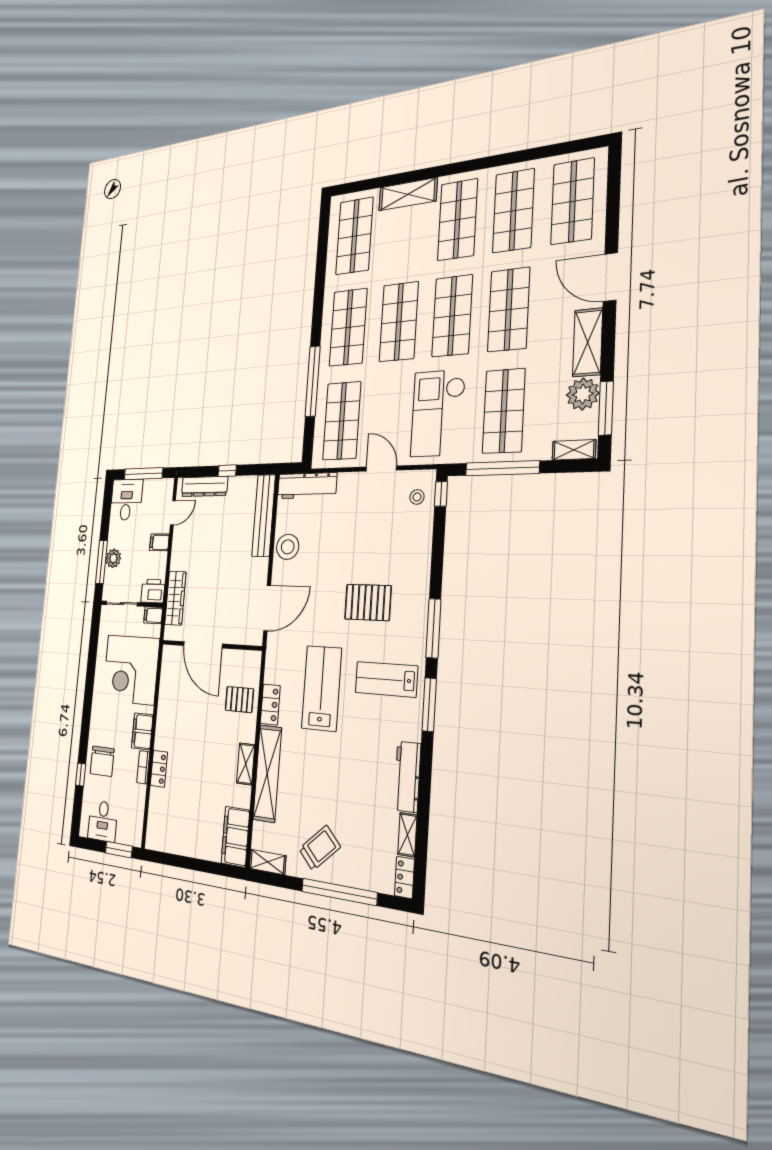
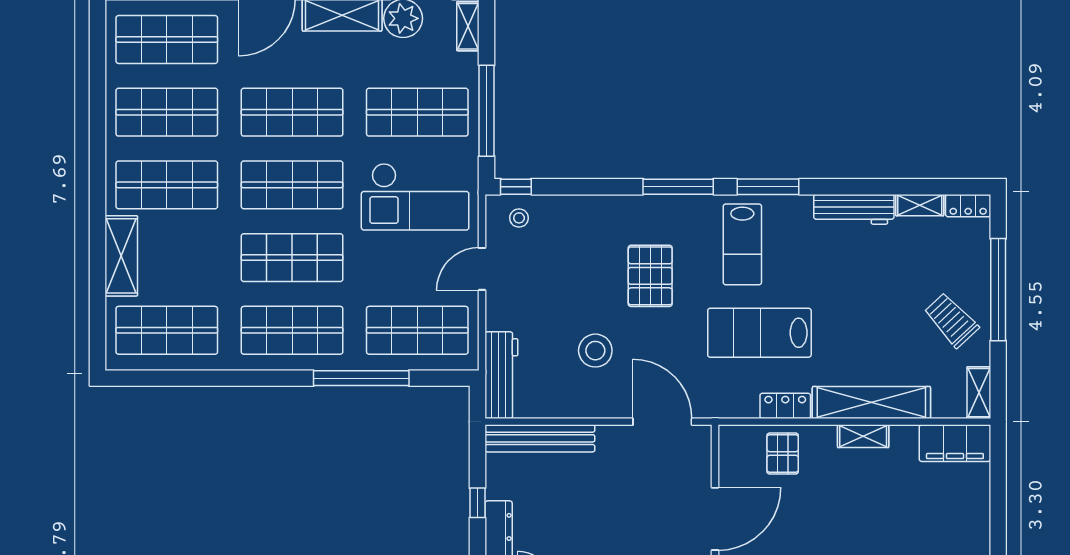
stool: (288, 547) -> (595, 351), moved

